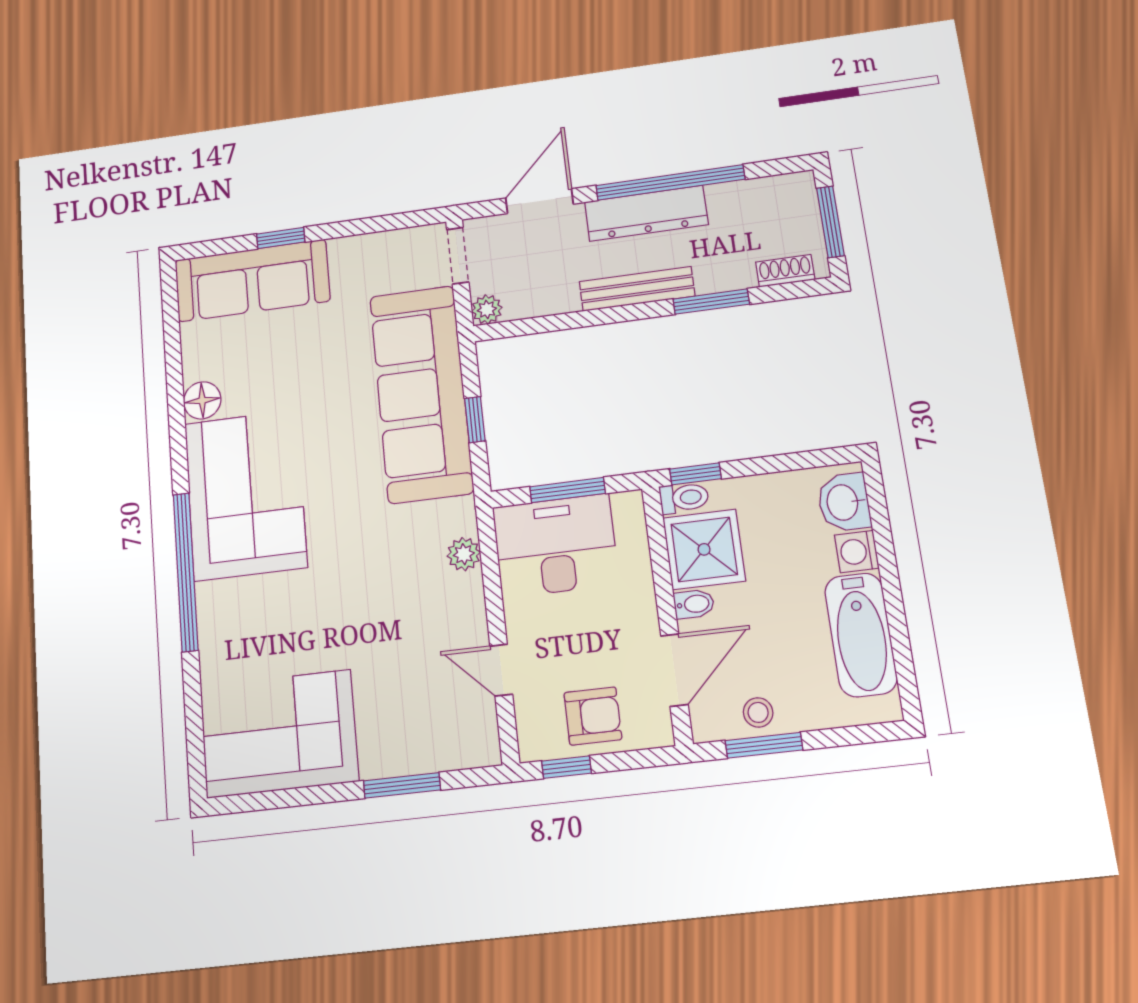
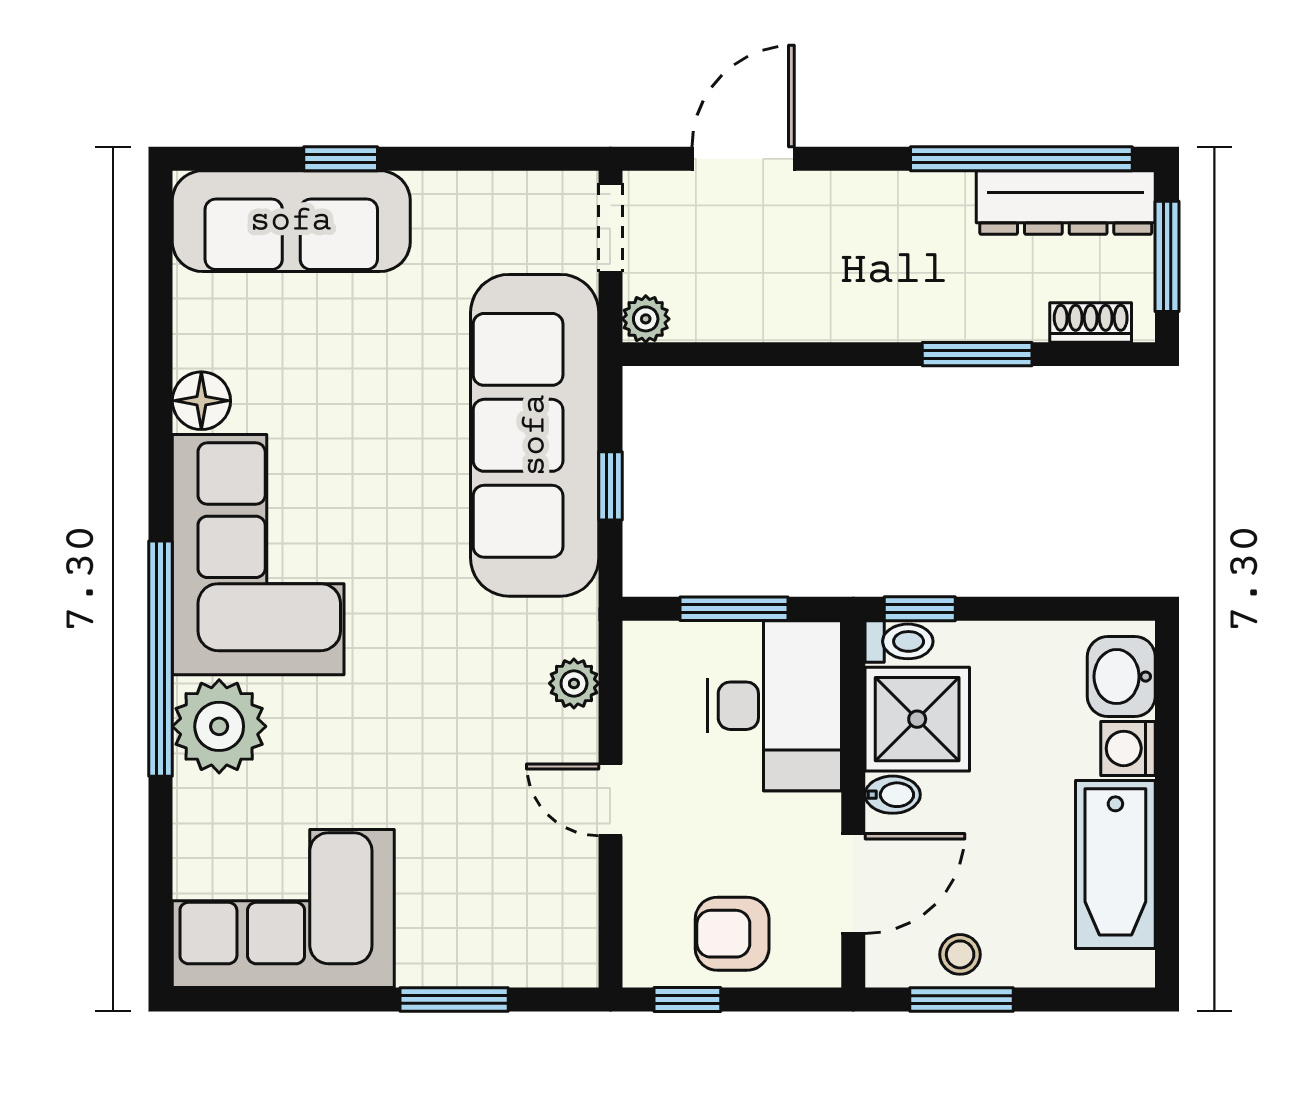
window: (670, 182) -> (1021, 159), moved
dresser: (646, 213) -> (1066, 203), moved
bench: (637, 289) -> (872, 319), removed
desk: (555, 546) -> (774, 706), moved, turned 90
plant: (227, 613) -> (219, 726), added
door: (501, 670) -> (610, 800), moved
armchair: (593, 716) -> (732, 934), turned 180

